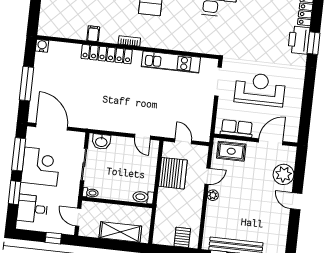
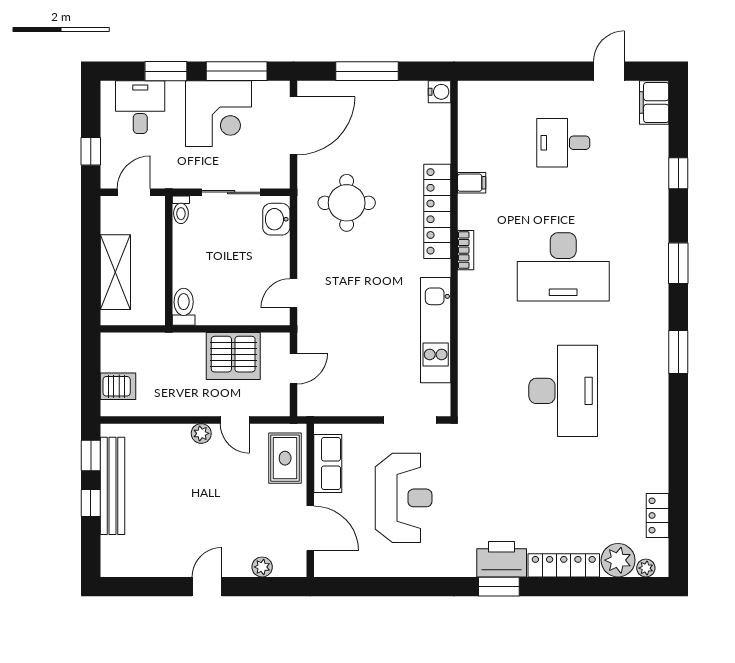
round table: (97, 103) -> (347, 203), added
plant: (283, 174) -> (262, 567), width x0.53, depth x0.53

